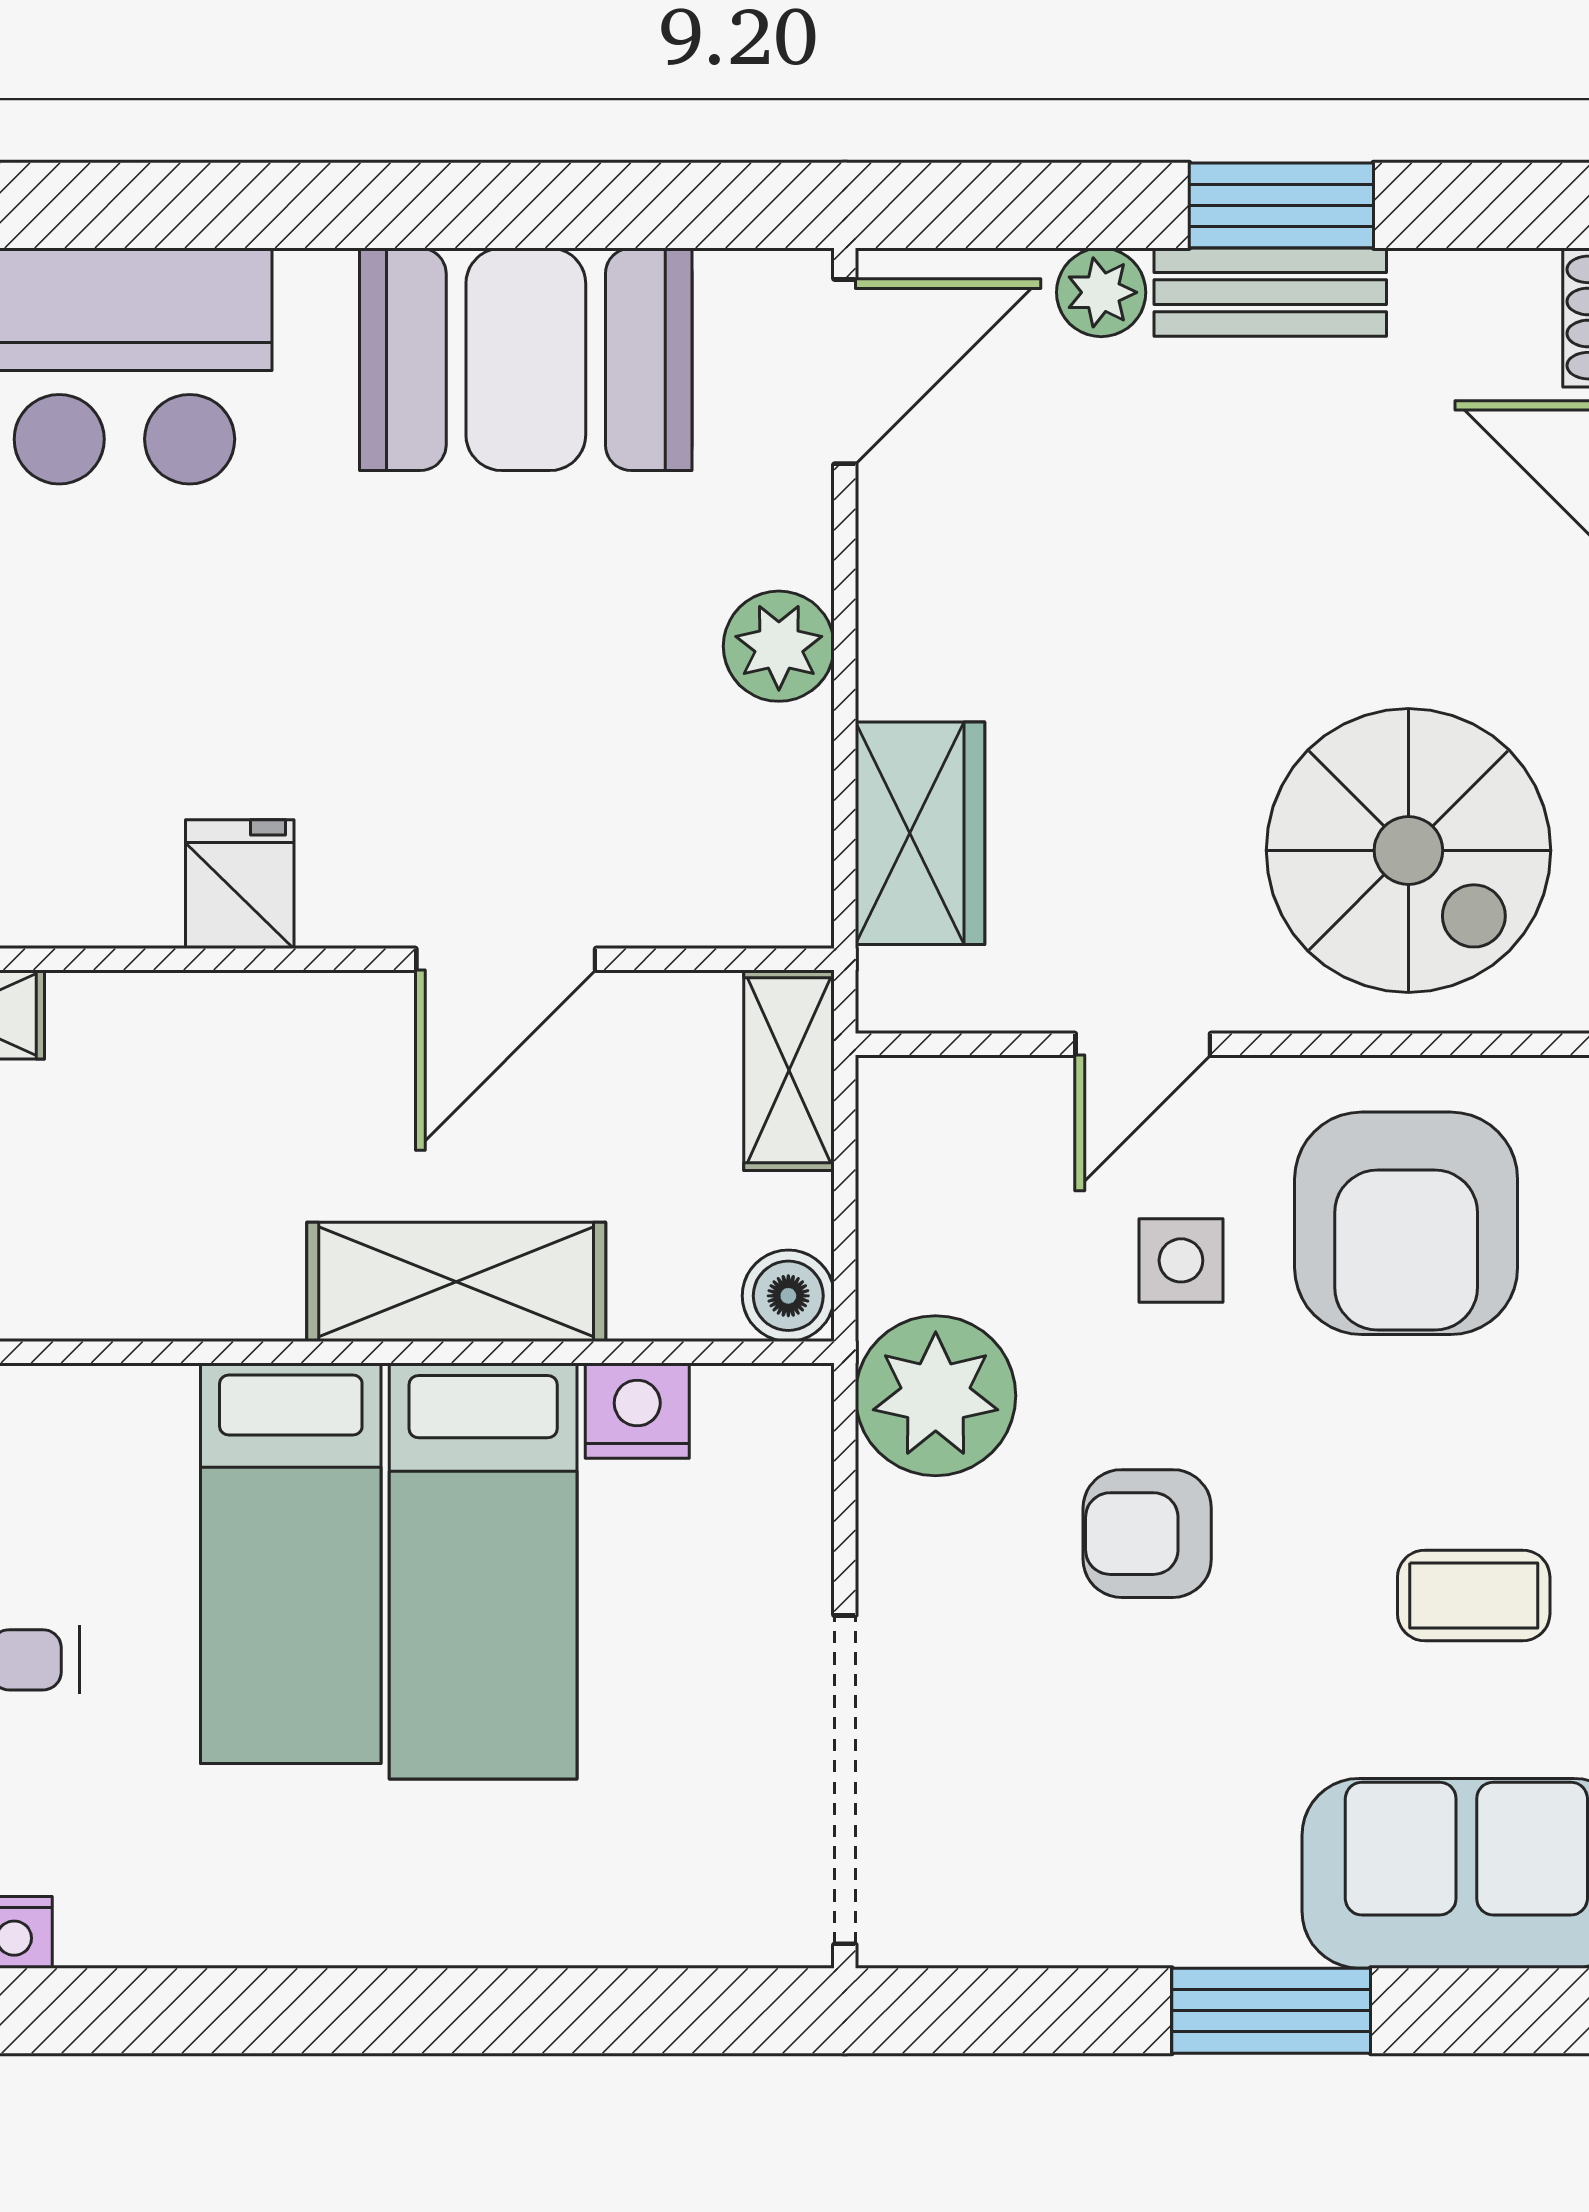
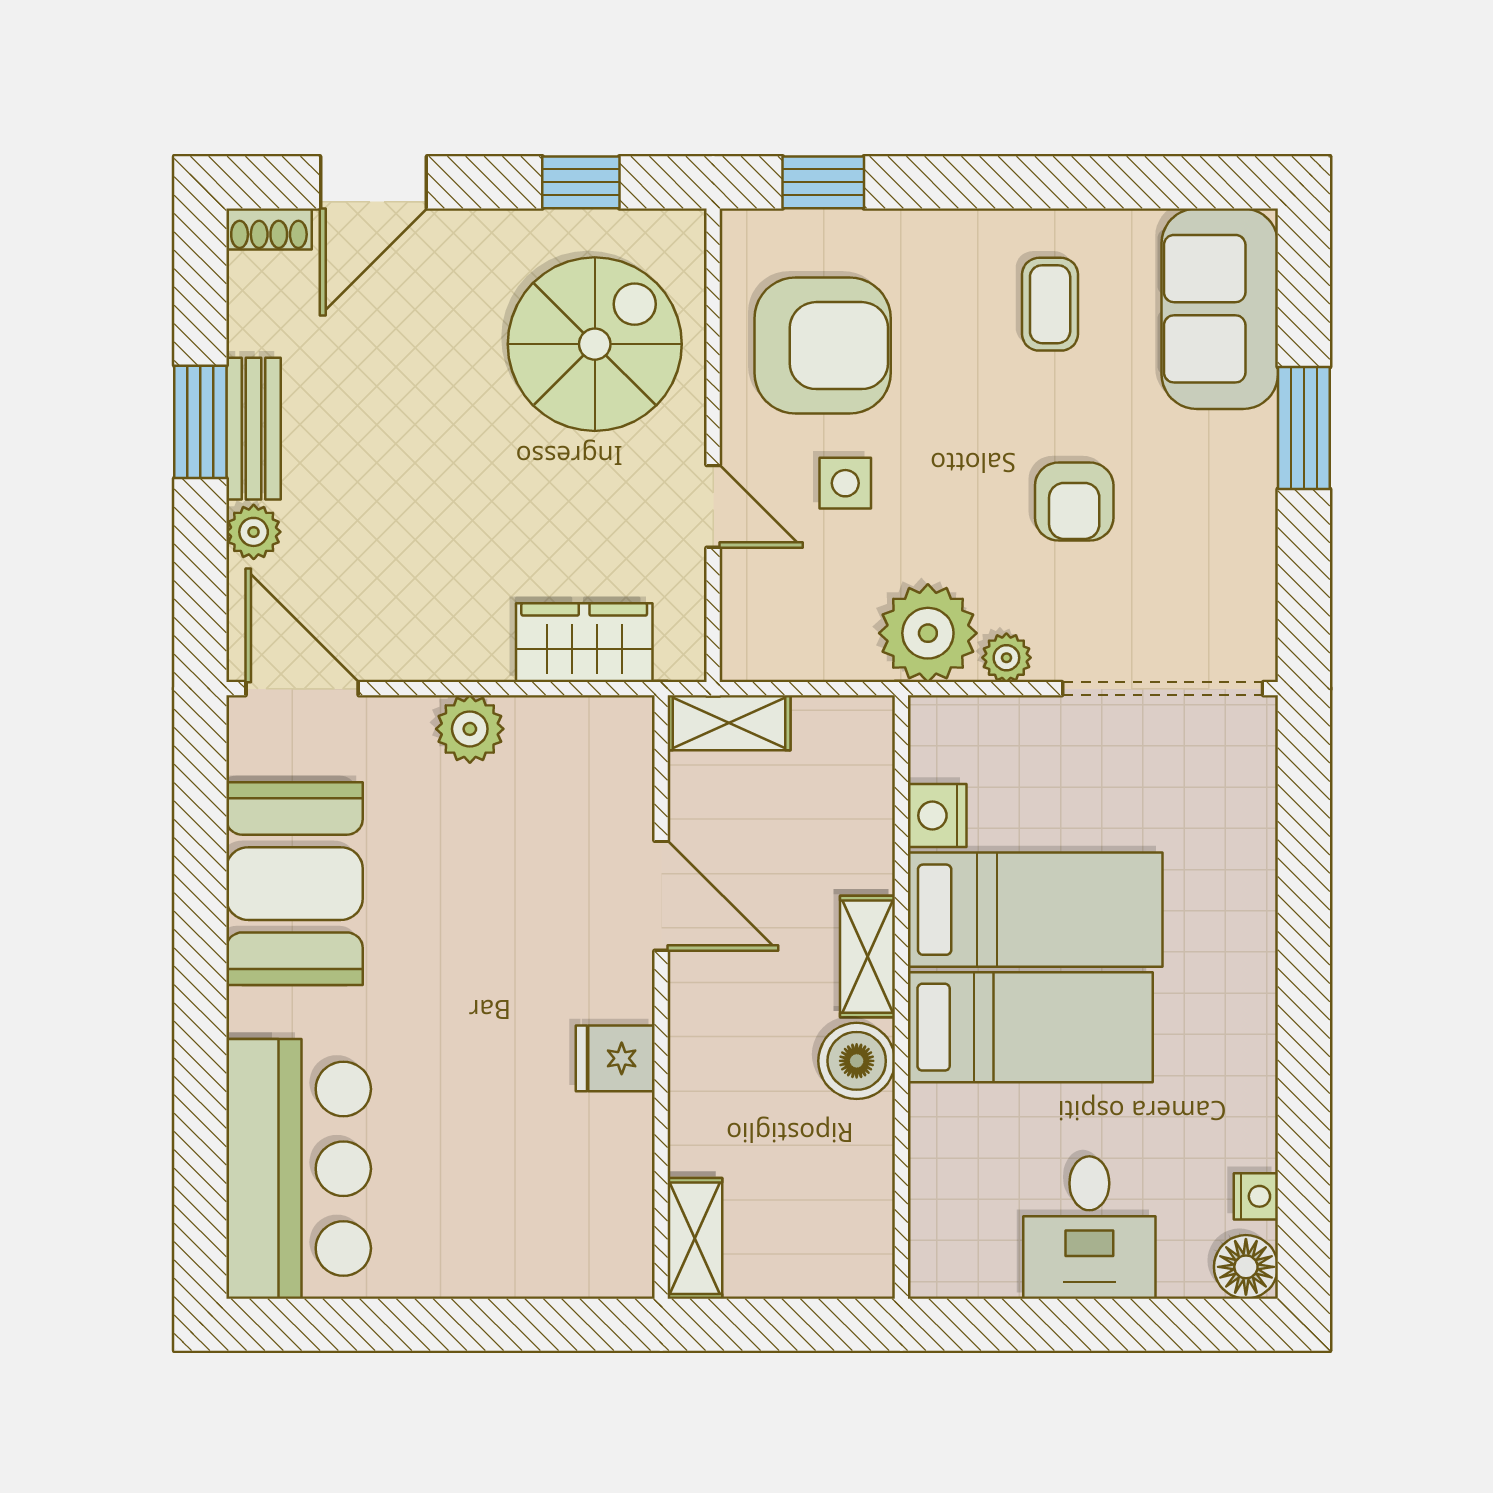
shelving: (456, 1282) -> (868, 957), width x0.67, depth x0.75
boiler: (788, 1296) -> (857, 1061), moved, width x1.36, depth x1.36
plant: (895, 1524) -> (1006, 658), added
armchair: (1147, 1534) -> (1074, 502), moved

